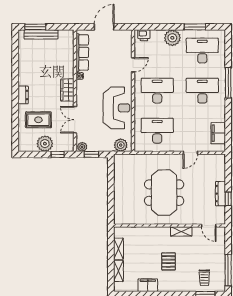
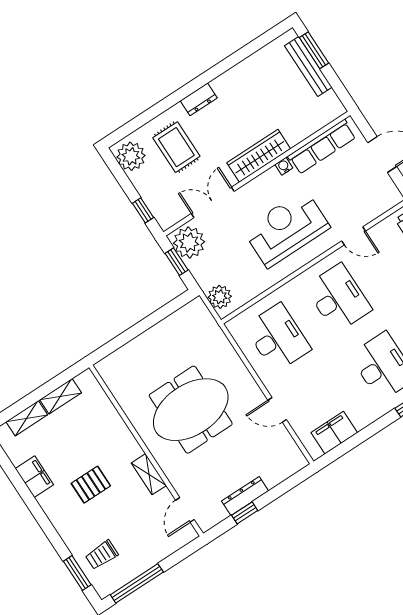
wardrobe: (67, 90) -> (259, 156), width x1.50
reception desk: (116, 108) -> (286, 229), moved, turned 180
plant: (45, 144) -> (131, 156), moved
plant: (82, 147) -> (189, 242), width x1.87, depth x1.87

